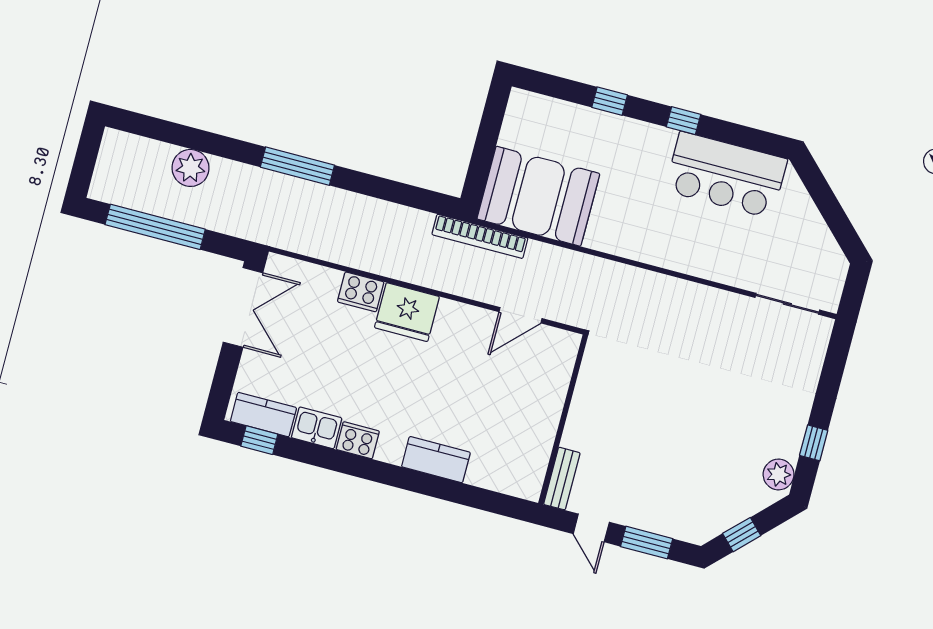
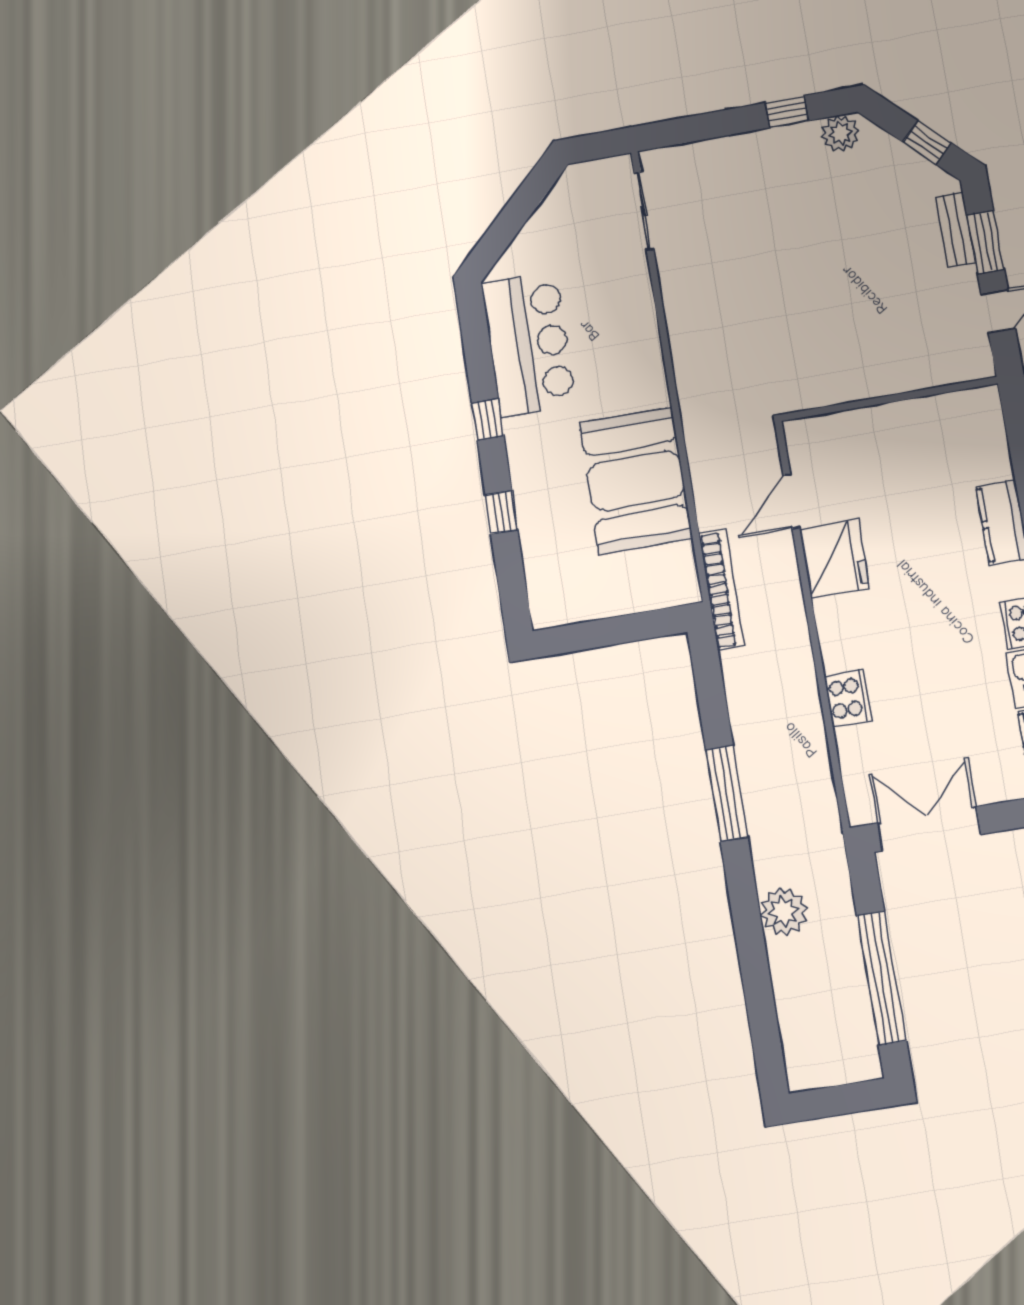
window: (297, 166) -> (727, 793), moved
plant: (190, 168) -> (784, 912), moved
booth: (538, 196) -> (636, 480), moved
fridge: (407, 312) -> (834, 559), moved
door: (521, 315) -> (791, 501), swing flipped
bench: (562, 479) -> (955, 230), moved, turned 90

